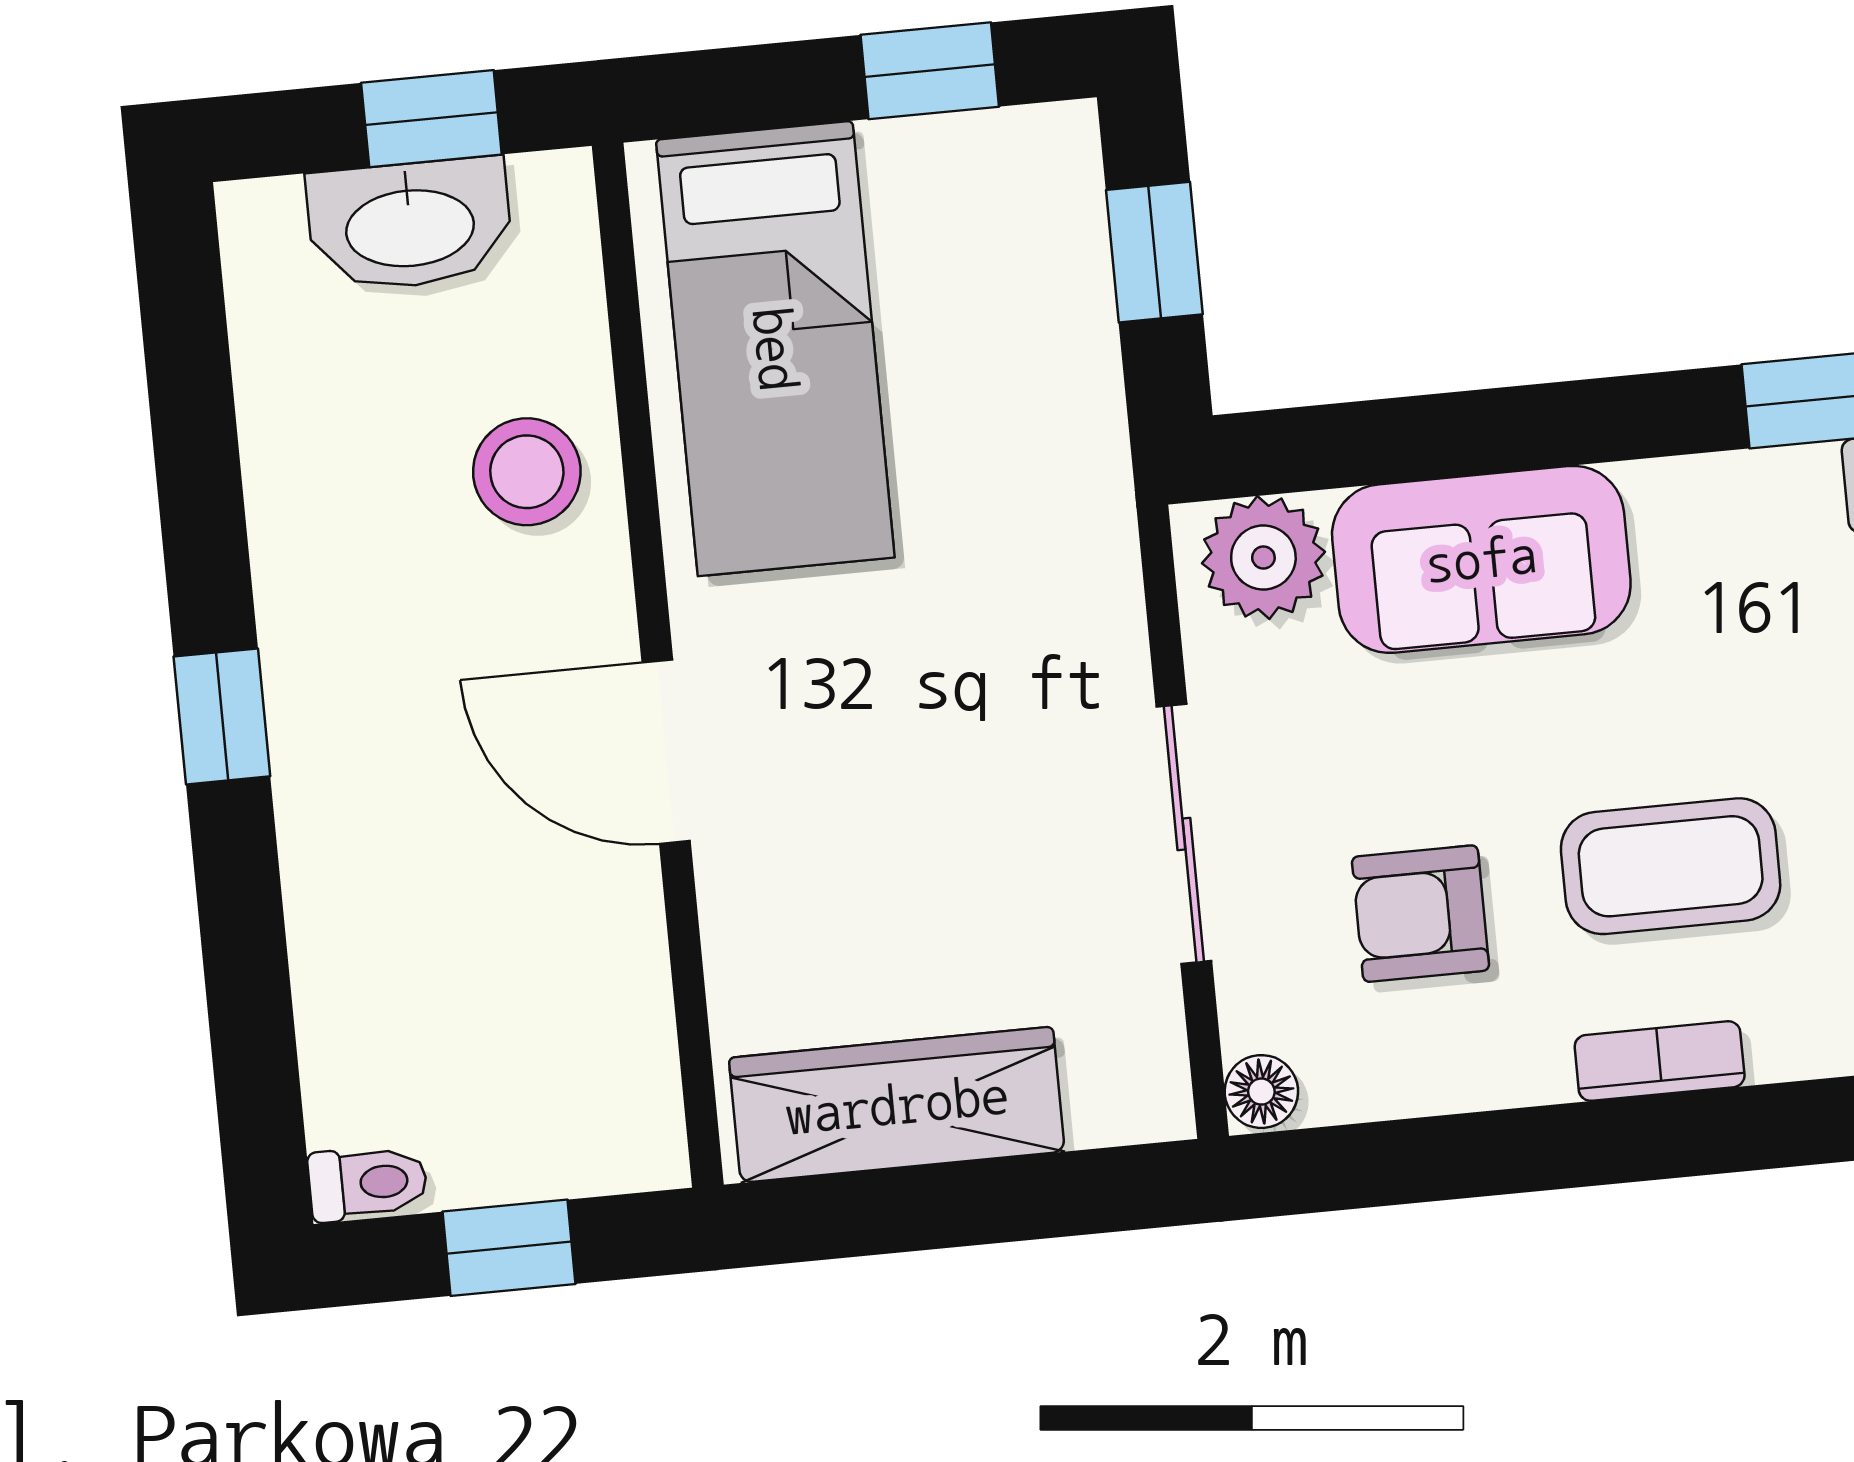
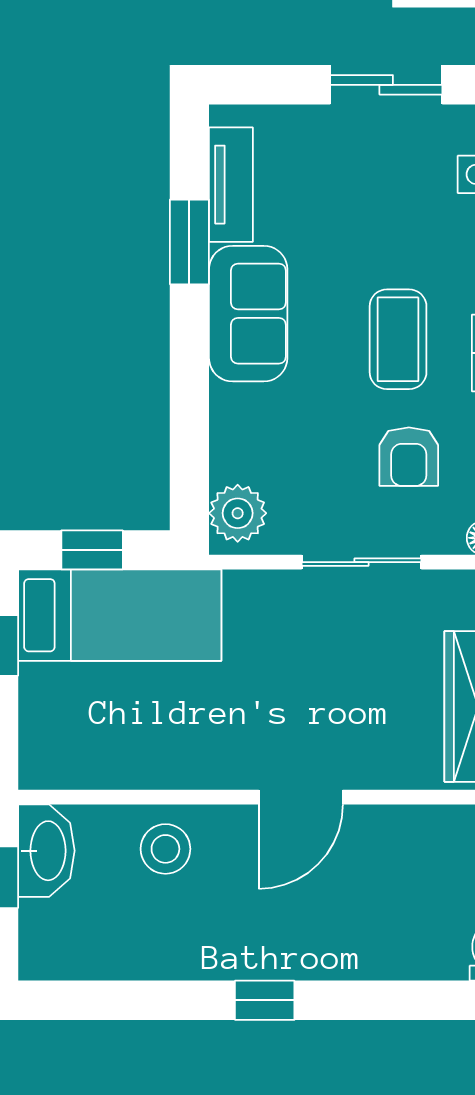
washbasin: (410, 225) -> (46, 851), moved
bed: (775, 349) -> (120, 615), moved
sofa: (1481, 559) -> (248, 314), moved

